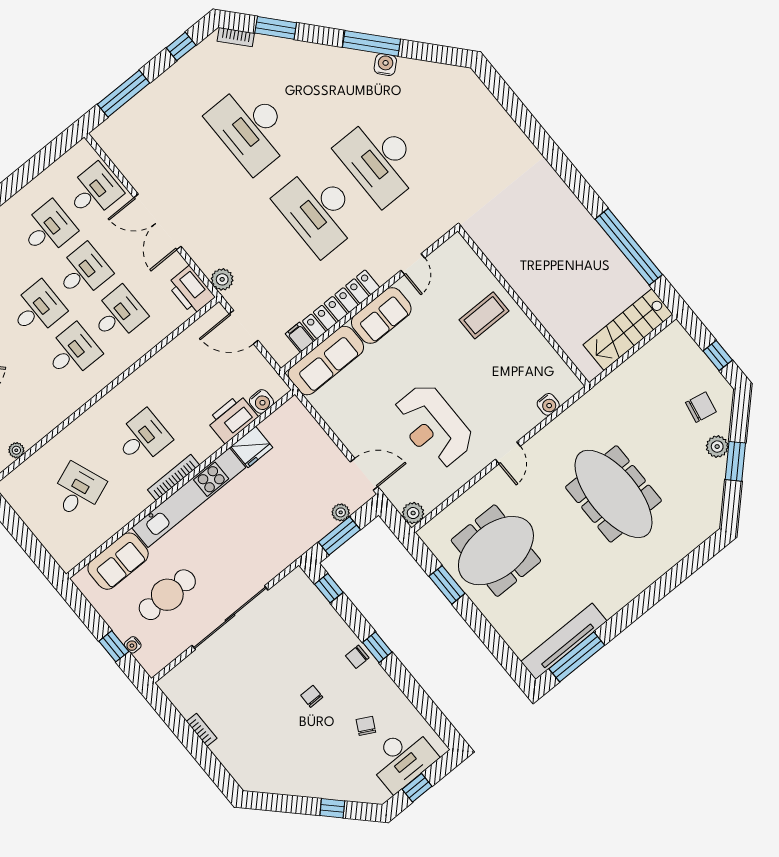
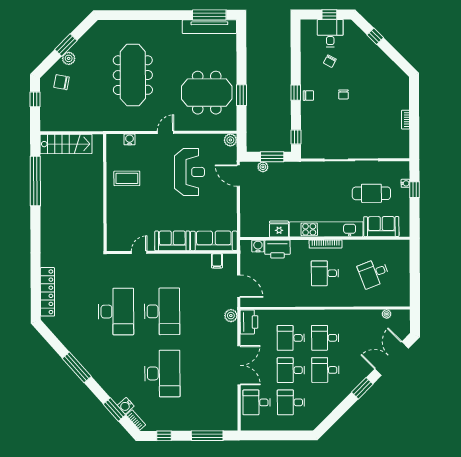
water cooler: (385, 65) -> (126, 406), moved
locker: (341, 304) -> (47, 292), moved, turned -90
coffee table: (484, 315) -> (127, 178), moved
desk: (402, 758) -> (330, 33), width x0.73

